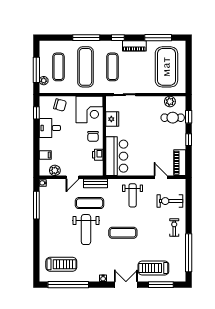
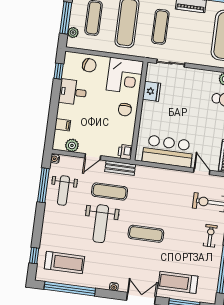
printer: (98, 155) -> (125, 152), moved
bar counter: (117, 156) -> (168, 151), moved, turned -90
weight bench: (133, 195) -> (63, 191), moved
window: (36, 262) -> (34, 255), added

